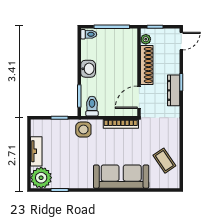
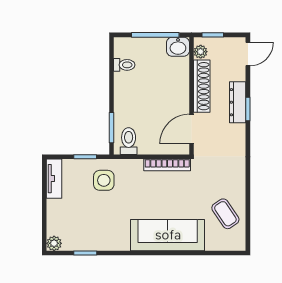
toilet: (89, 34) -> (124, 65), moved
washbasin: (88, 69) -> (178, 47), moved, turned 90
dresser: (174, 90) -> (238, 102), moved
side table: (83, 130) -> (104, 180), moved
tv unit: (36, 151) -> (54, 179), moved
plant: (41, 178) -> (54, 243), width x0.53, depth x0.53

